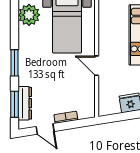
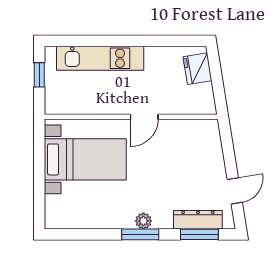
plant: (29, 15) -> (143, 221), moved, width x0.53, depth x0.53
bookcase: (66, 117) -> (218, 161), removed

